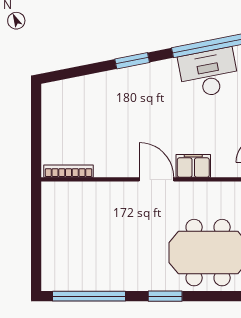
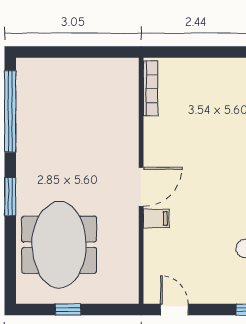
filing cabinet: (193, 166) -> (156, 219), width x0.50

